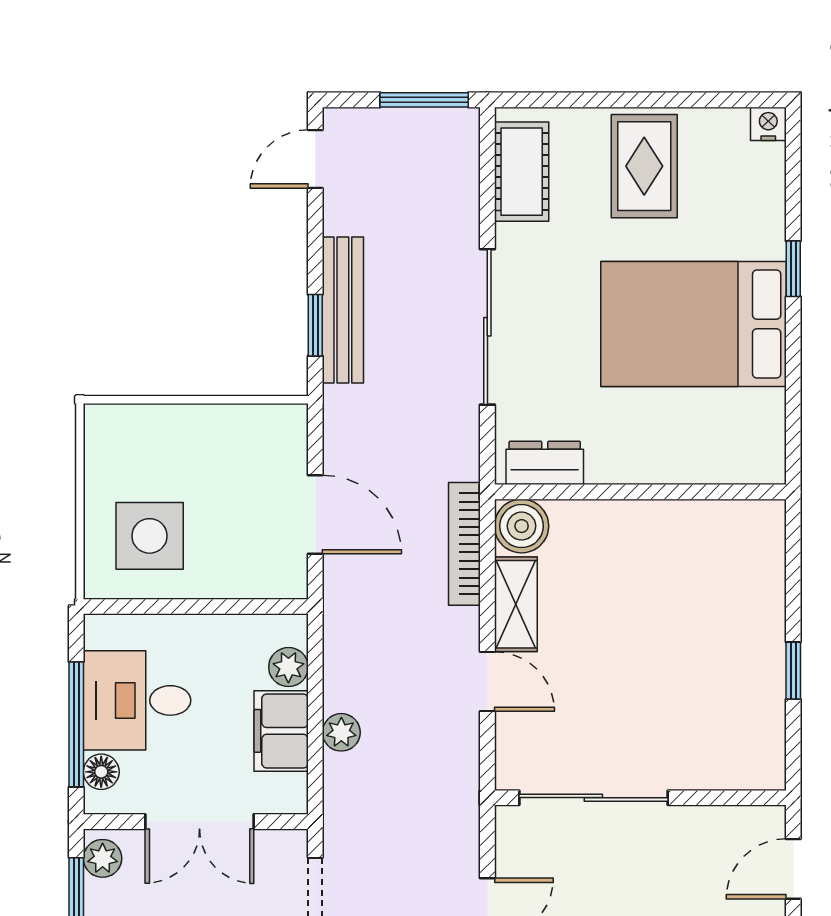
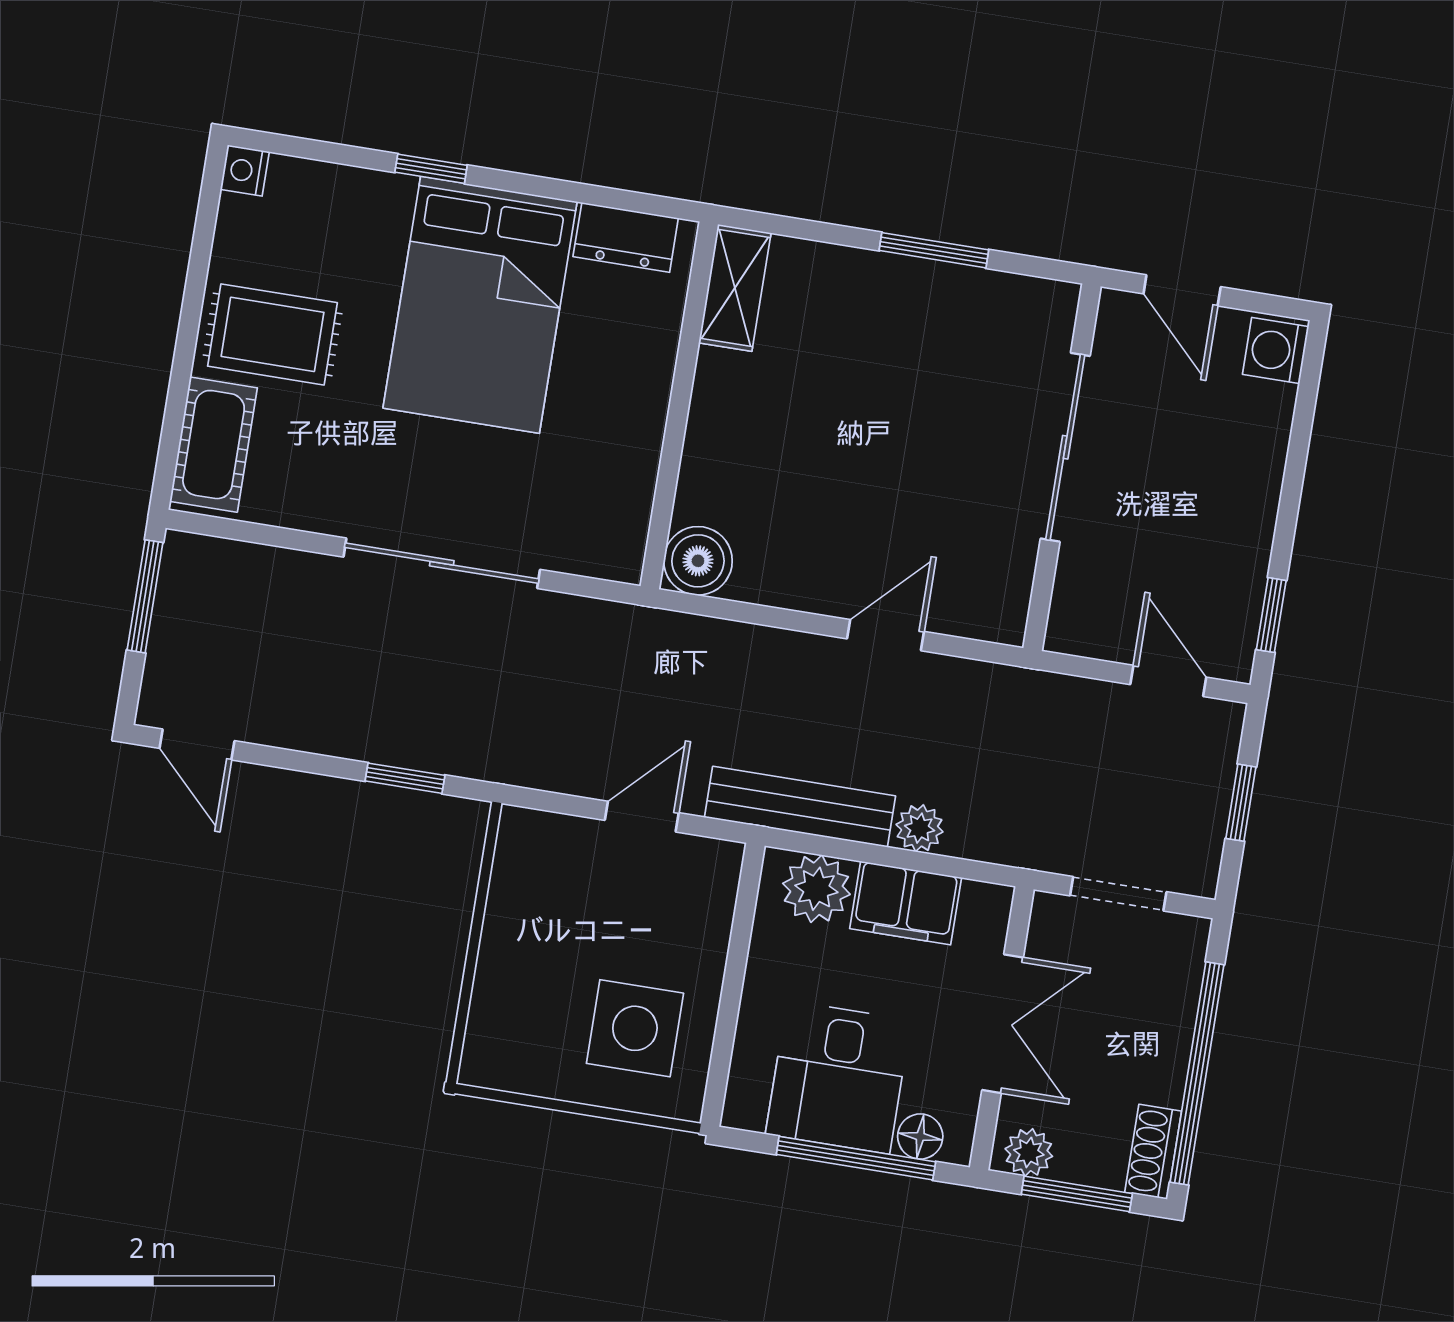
cot: (522, 172) -> (214, 445), moved, turned 90
bench: (343, 310) -> (800, 807), moved
dresser: (545, 463) -> (626, 237), moved, turned -90
door: (315, 514) -> (642, 817), width x0.73
bookcase: (464, 544) -> (709, 636), removed
shelving: (516, 604) -> (735, 288), moved, turned 90
plant: (288, 667) -> (816, 889), width x1.38, depth x1.38
window: (793, 671) -> (934, 250), width x1.50
sliding door: (593, 798) -> (1065, 447), moved

